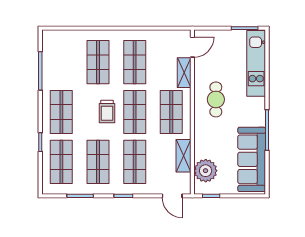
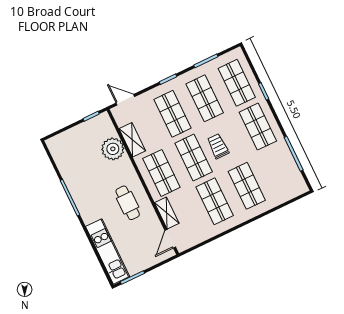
sofa: (252, 159) -> (71, 165), removed
plant: (206, 171) -> (113, 149), moved

